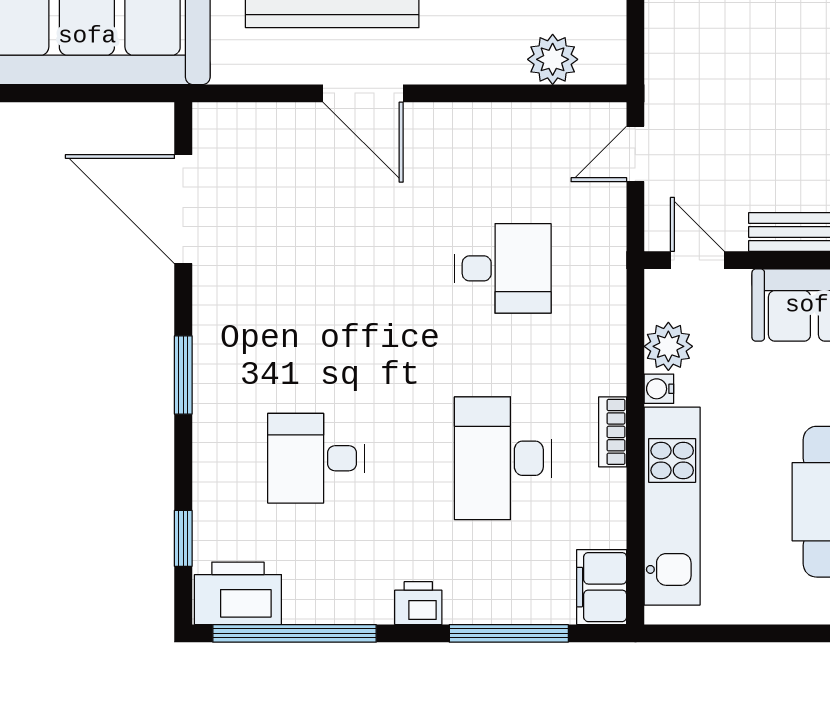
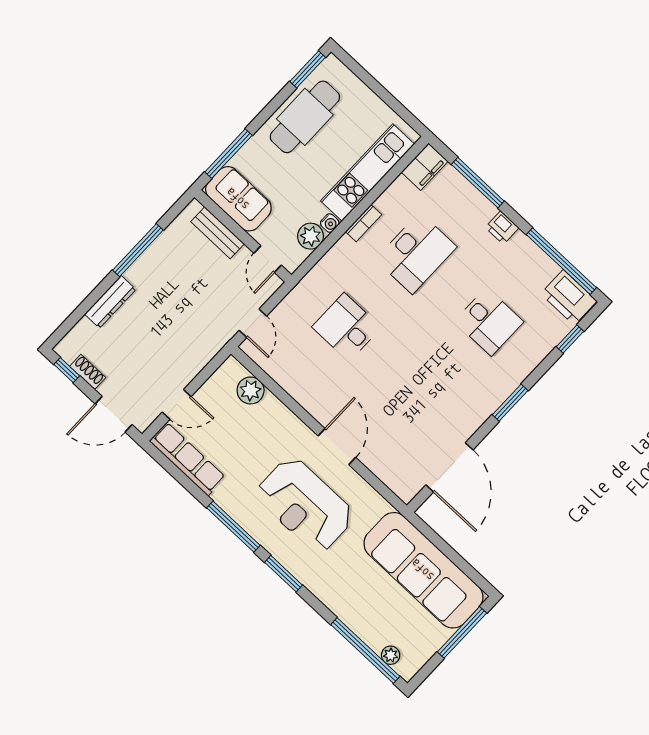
door: (635, 154) -> (253, 323), hinge flipped

